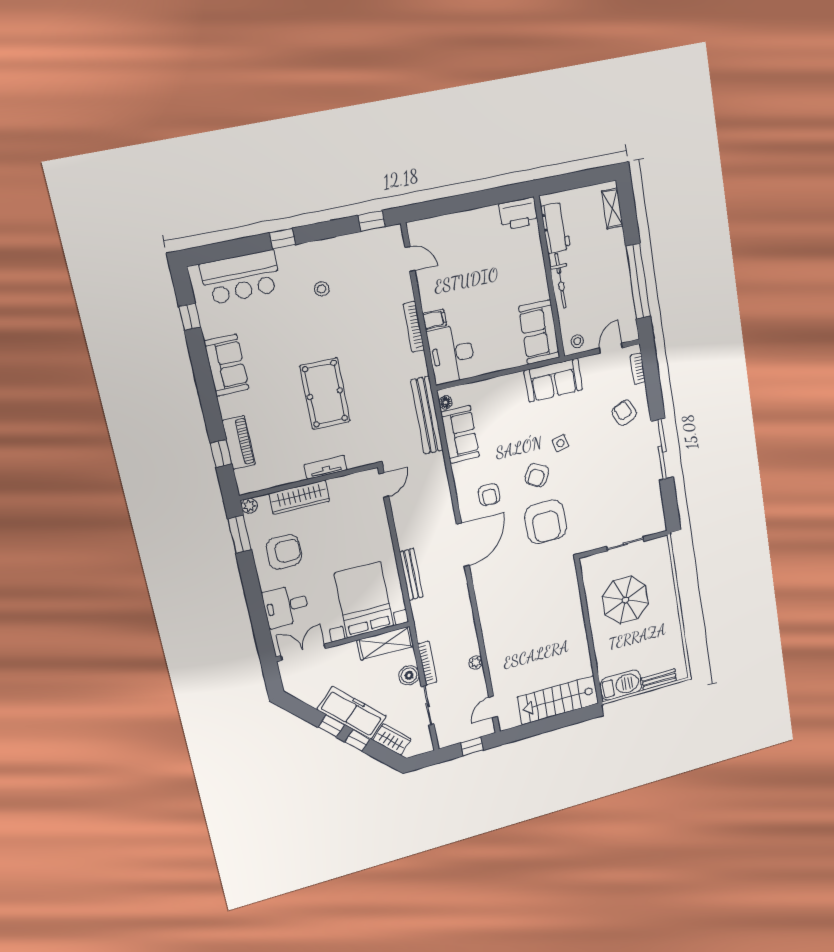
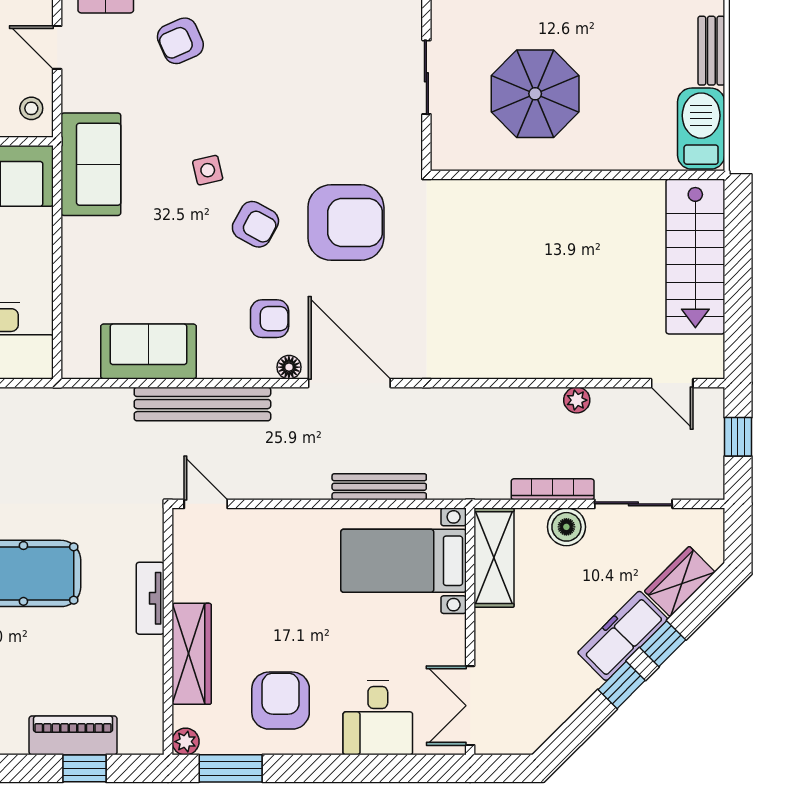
floor lamp: (446, 403) -> (289, 367), moved
bench: (427, 415) -> (202, 404), moved
bed with nightstands: (364, 600) -> (404, 561), width x0.73
freezer: (352, 713) -> (623, 636), width x0.73, depth x0.79

